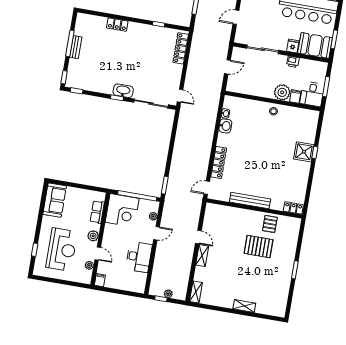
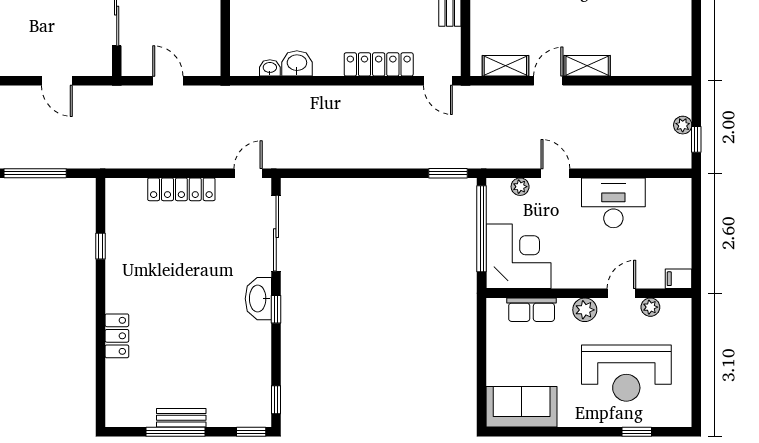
locker: (181, 48) -> (181, 189), moved
reception desk: (62, 250) -> (626, 373), turned 180
shelving: (196, 292) -> (505, 66), moved

